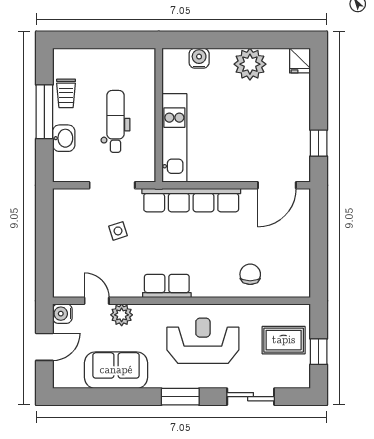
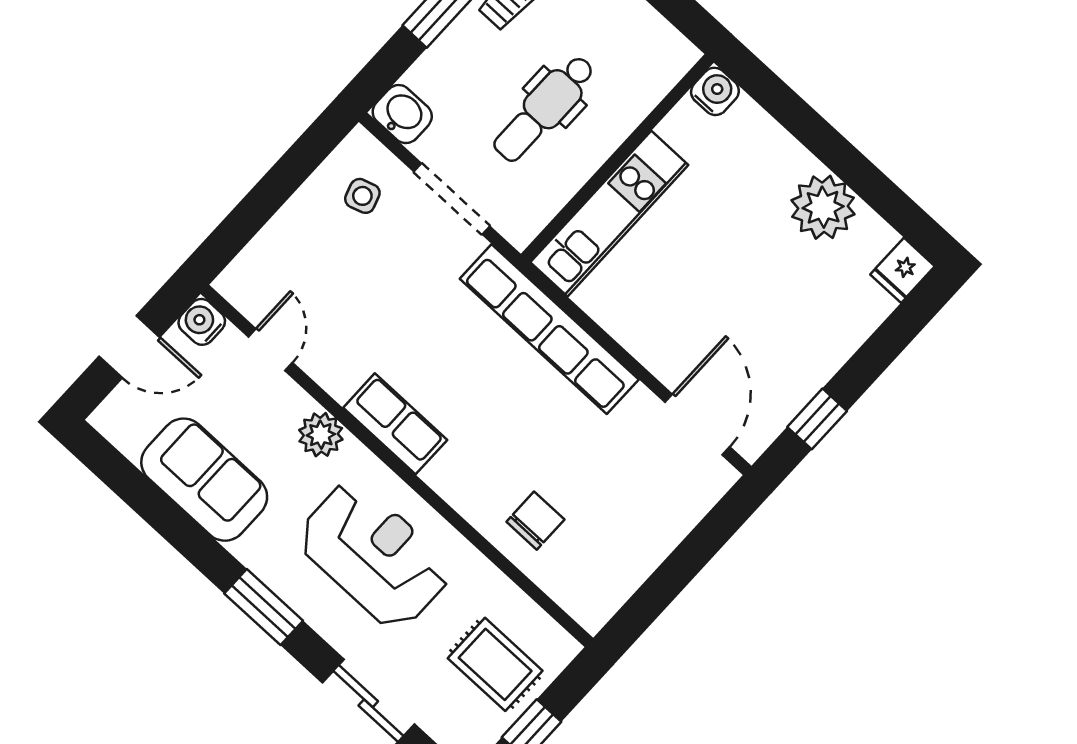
water cooler: (199, 58) -> (715, 91), moved
dental chair: (116, 121) -> (544, 108), turned 180
washbasin: (64, 138) -> (402, 114), moved, turned -90
door: (277, 185) -> (697, 425), swing flipped
side table: (118, 231) -> (362, 196), moved
plant: (122, 315) -> (321, 435), moved

